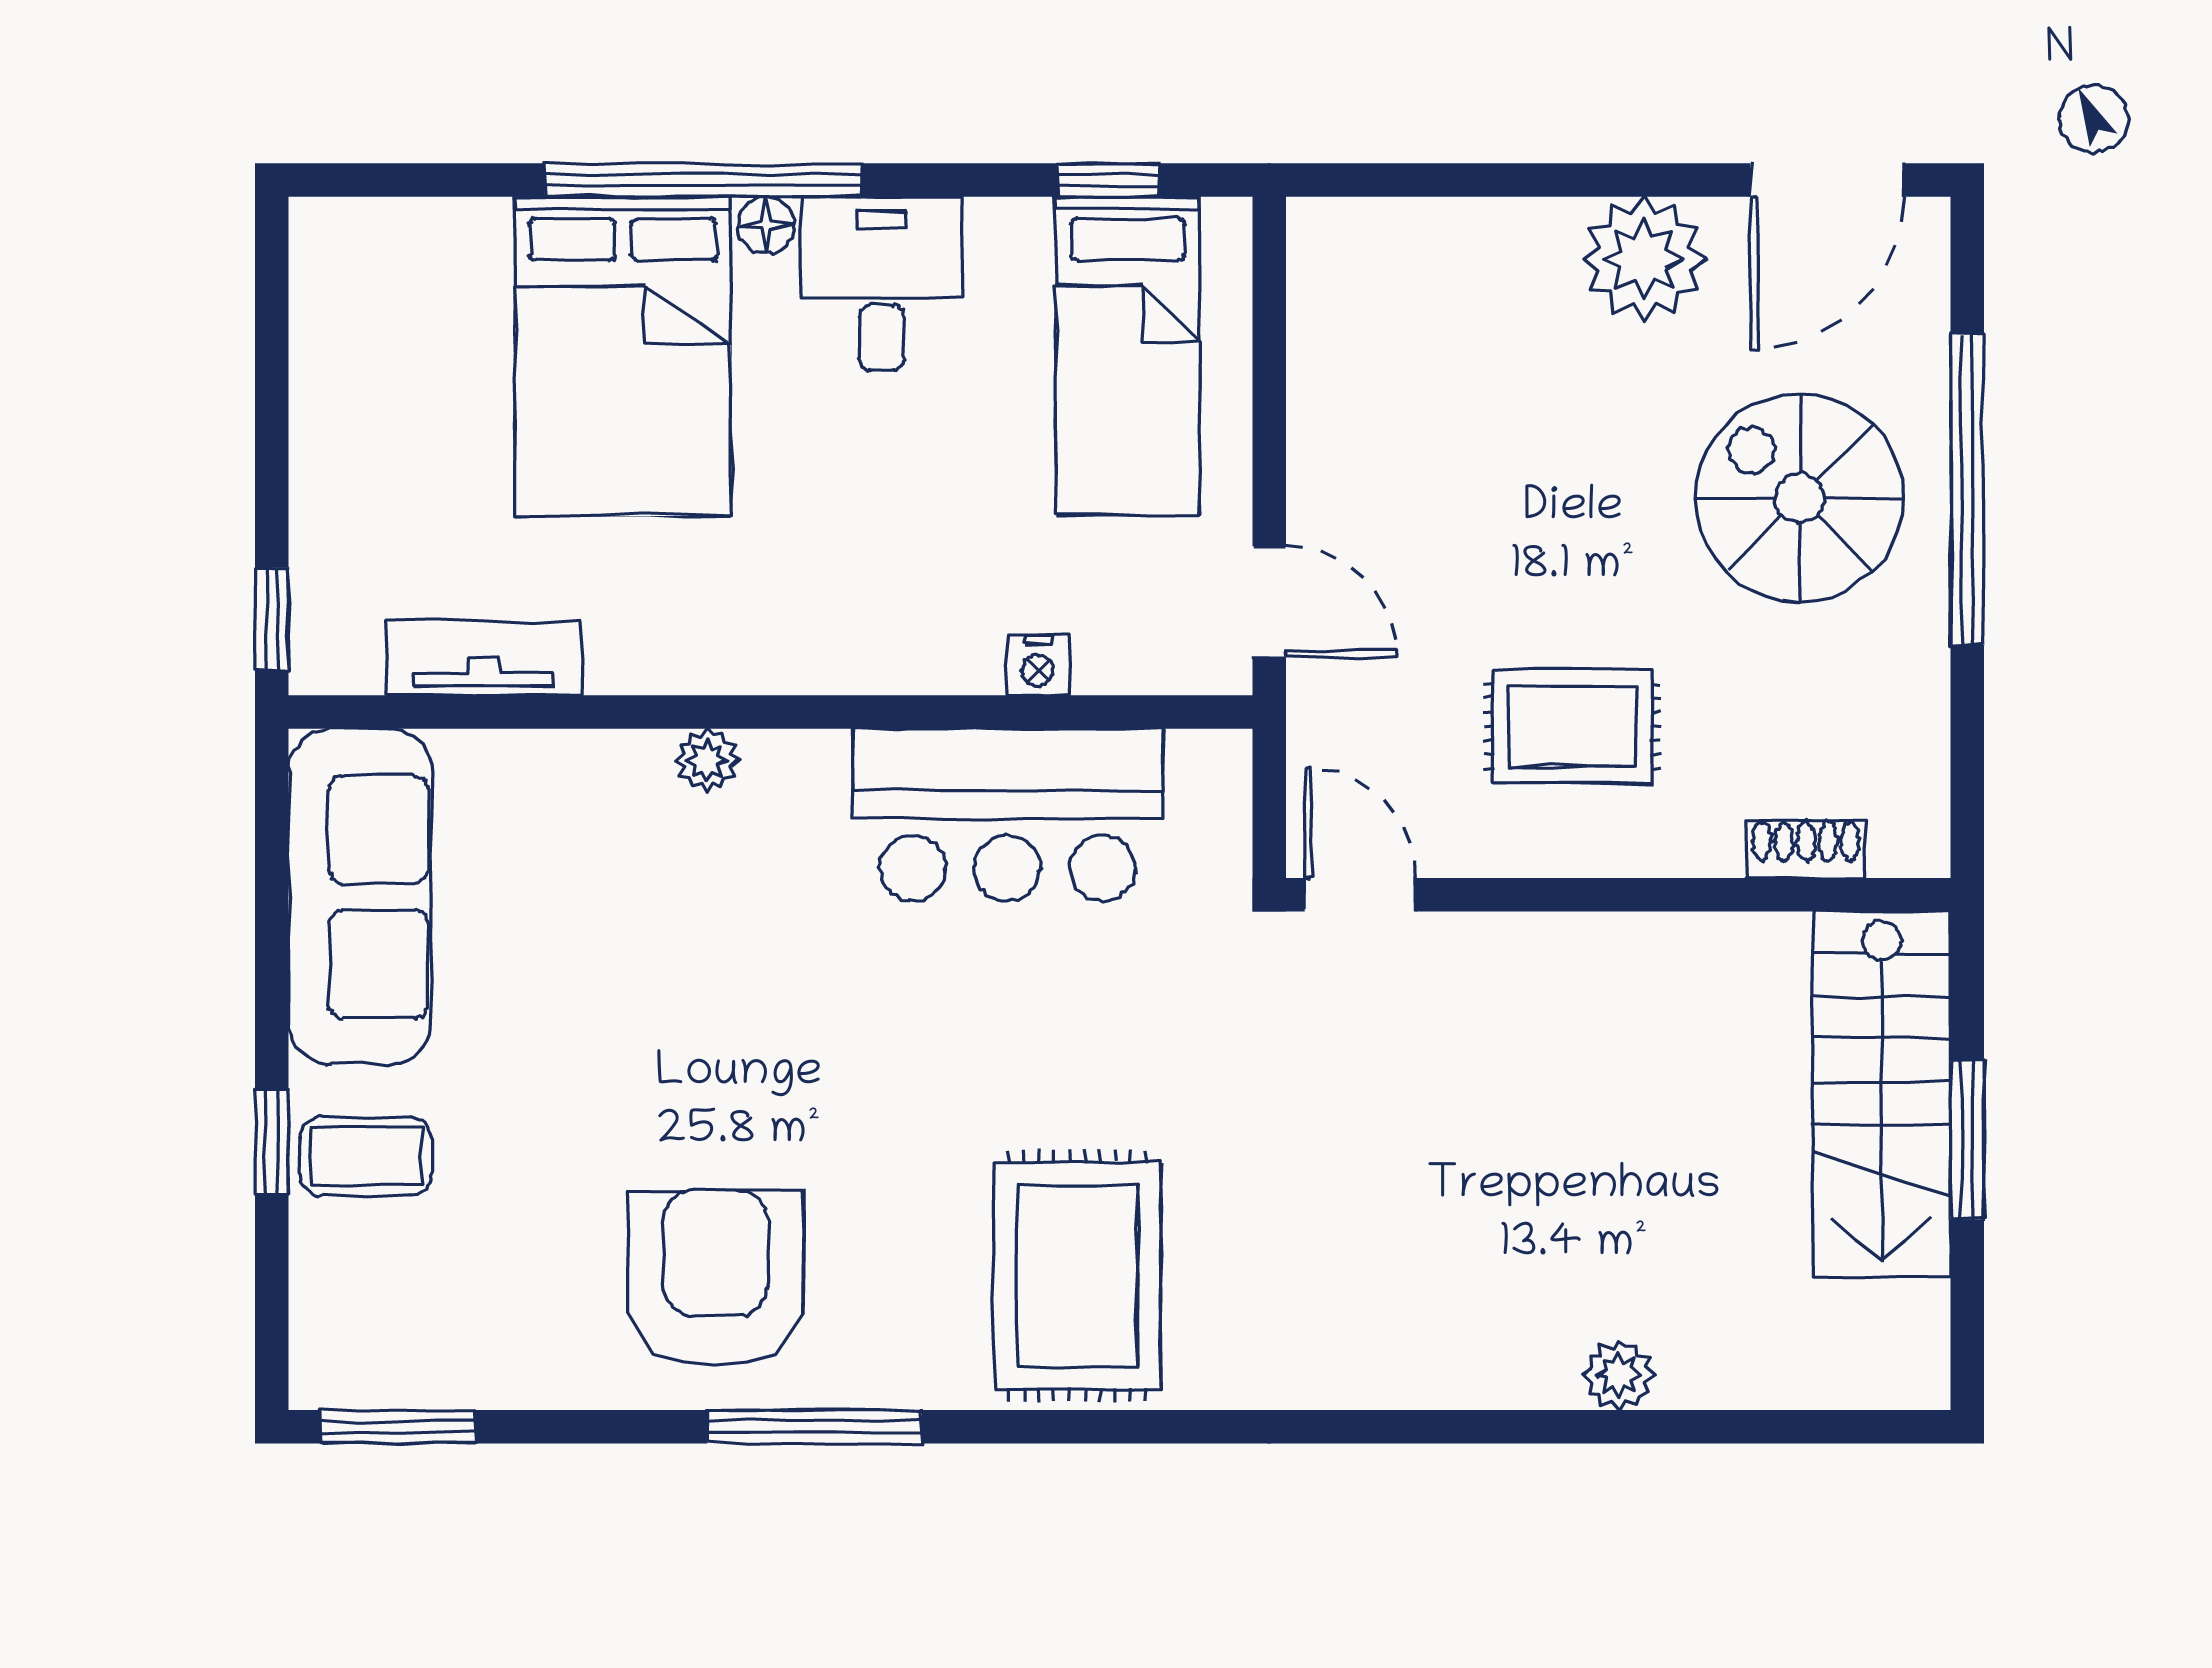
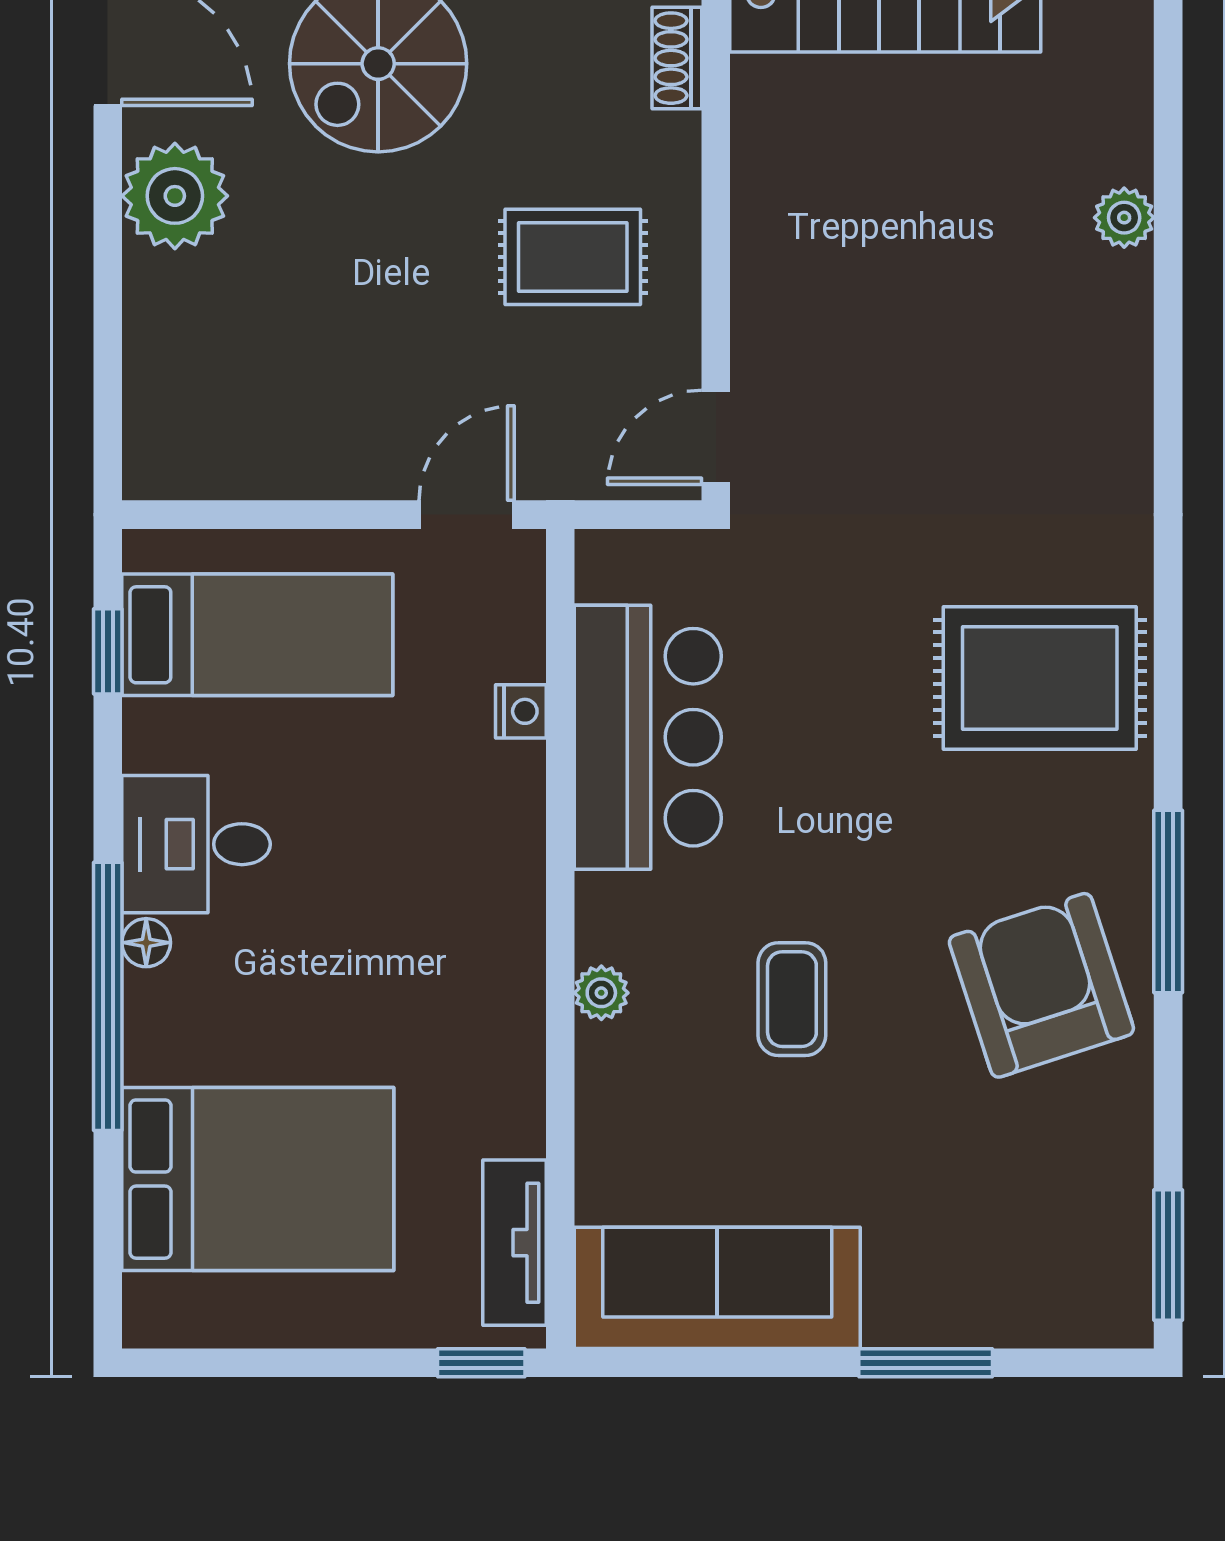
bed: (623, 356) -> (258, 1179), moved
tv unit: (484, 658) -> (514, 1243), moved
rug: (1572, 727) -> (573, 257), turned 90
window: (272, 1142) -> (926, 1363), width x1.50
coffee table: (366, 1156) -> (792, 999), moved
armchair: (716, 1278) -> (1041, 985), turned 72

